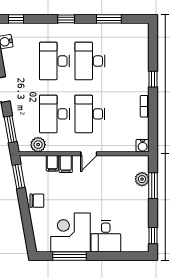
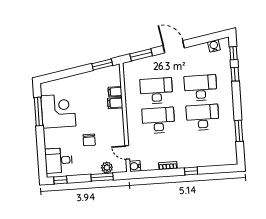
window: (66, 19) -> (235, 74), moved
plant: (38, 145) -> (130, 79), removed
door: (89, 154) -> (127, 152), moved
chair: (37, 201) -> (89, 140), moved
desk: (106, 236) -> (59, 160), moved

